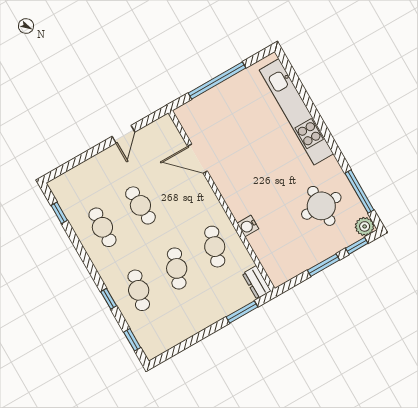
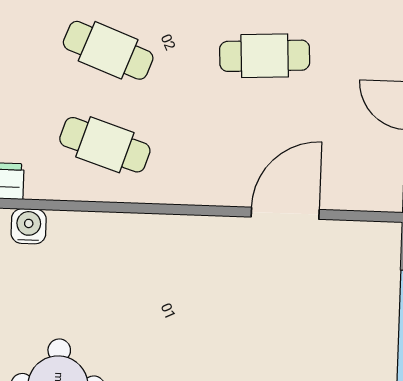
water cooler: (248, 226) -> (29, 226), moved

